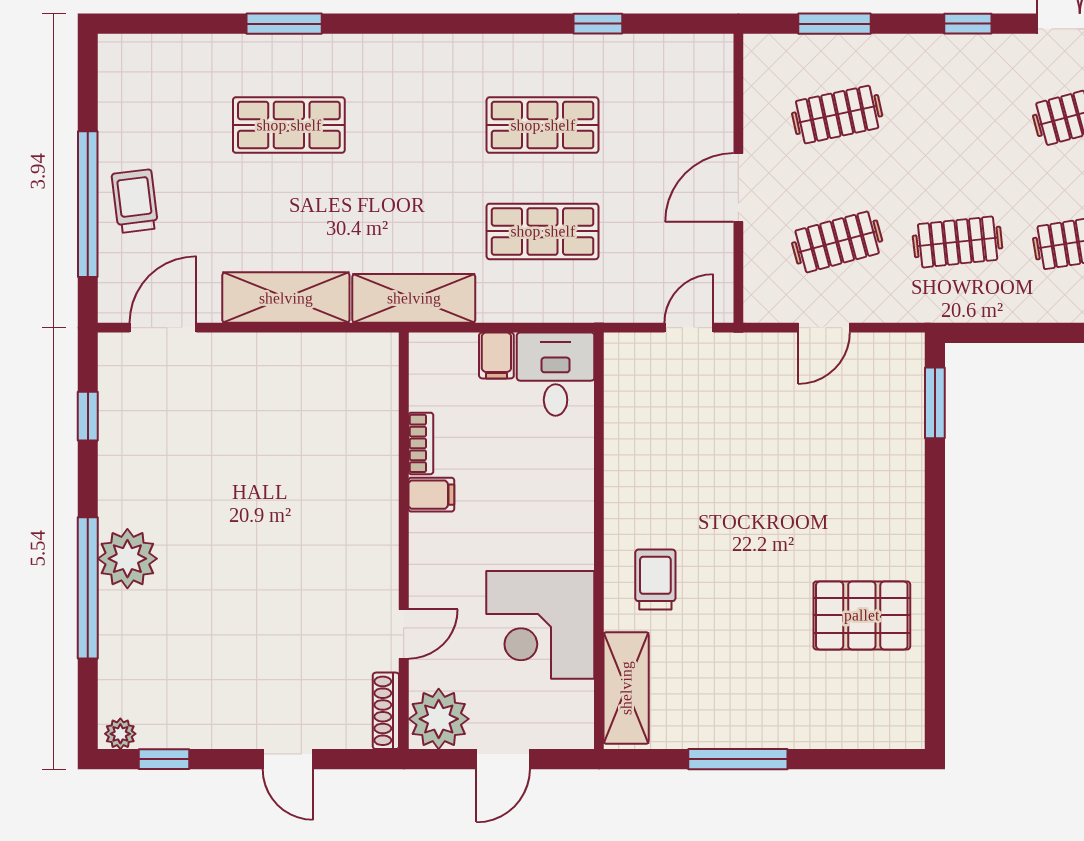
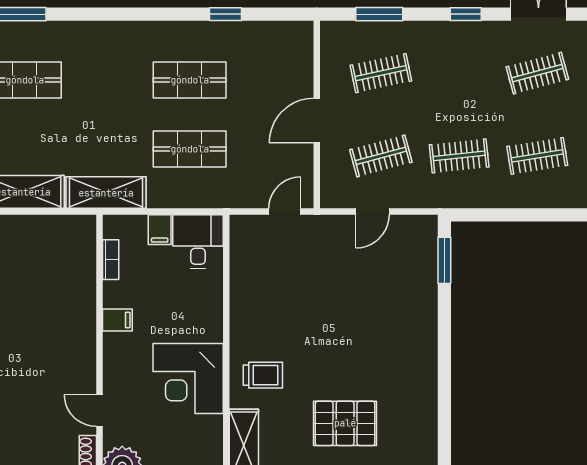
bookcase: (421, 443) -> (111, 260), moved
trolley: (655, 580) -> (263, 375), turned 90
pallet: (862, 615) -> (345, 423), moved
corner desk: (540, 625) -> (188, 379), moved
door: (404, 634) -> (99, 410), swing flipped

